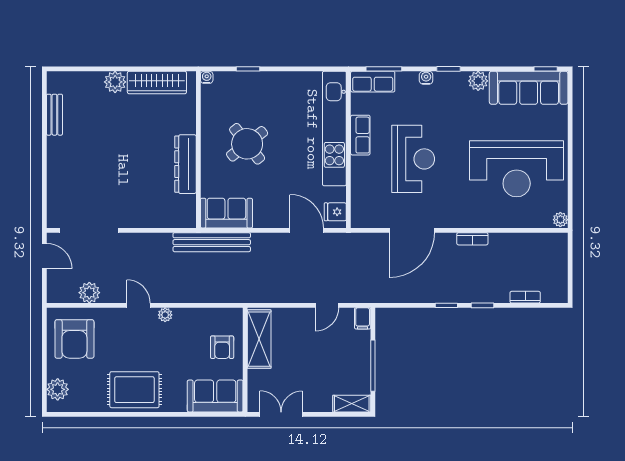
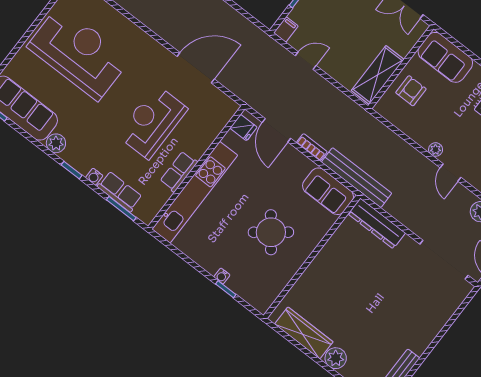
water cooler: (207, 77) -> (222, 276), moved
row of seats: (373, 82) -> (120, 192), moved
dresser: (185, 164) -> (377, 223), moved, turned 90
bookcase: (472, 239) -> (312, 147), moved

